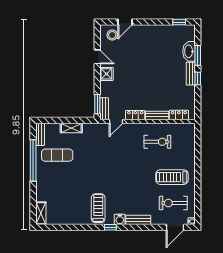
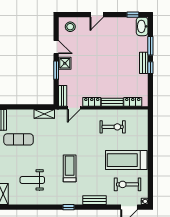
door: (125, 22) -> (97, 15), moved
washbasin: (189, 51) -> (142, 26), moved
window: (97, 104) -> (56, 70), moved
shelving: (71, 128) -> (44, 114), moved
treadmill: (172, 177) -> (126, 160), width x1.37, depth x1.38
weight bench: (72, 198) -> (32, 180), added
treadmill: (98, 208) -> (70, 168), moved
water cooler: (120, 219) -> (77, 200), removed

